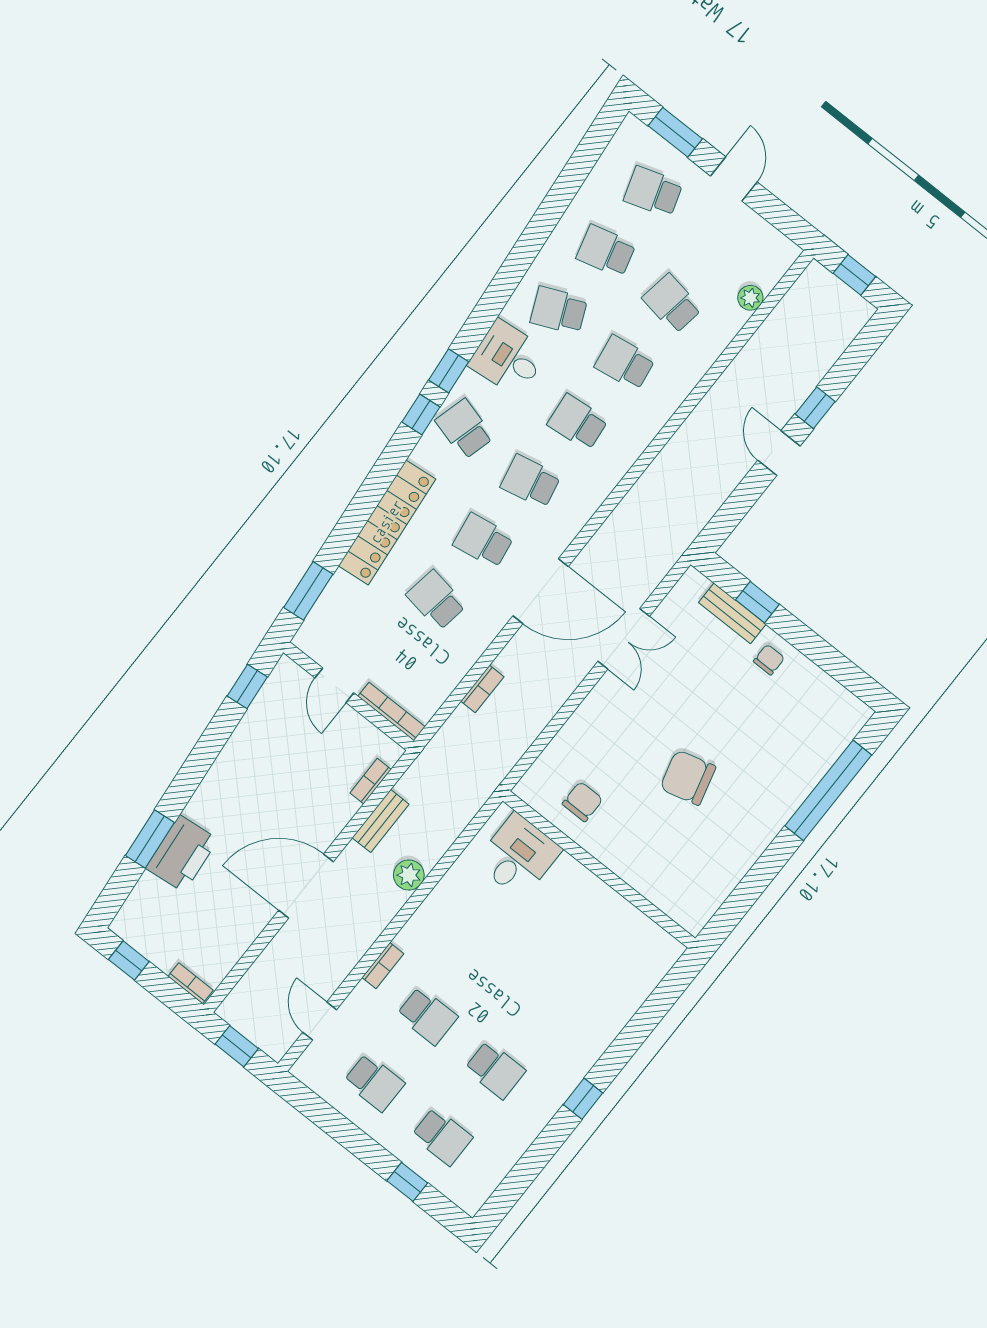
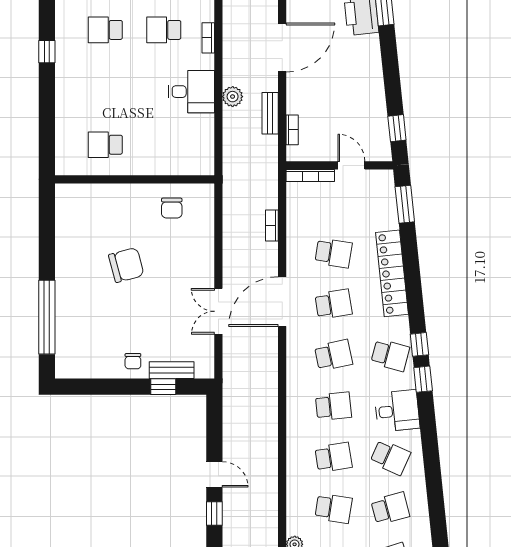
school desk: (559, 310) -> (390, 457), turned 48
desk: (518, 856) -> (191, 92), moved, turned -90
school desk: (601, 937) -> (105, 145), added

